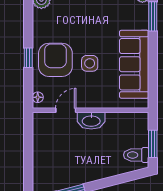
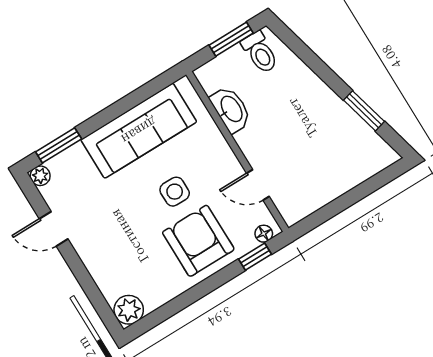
window: (28, 58) -> (255, 257), moved
armchair: (55, 60) -> (198, 241), turned 90
washbasin: (91, 121) -> (231, 109), moved

